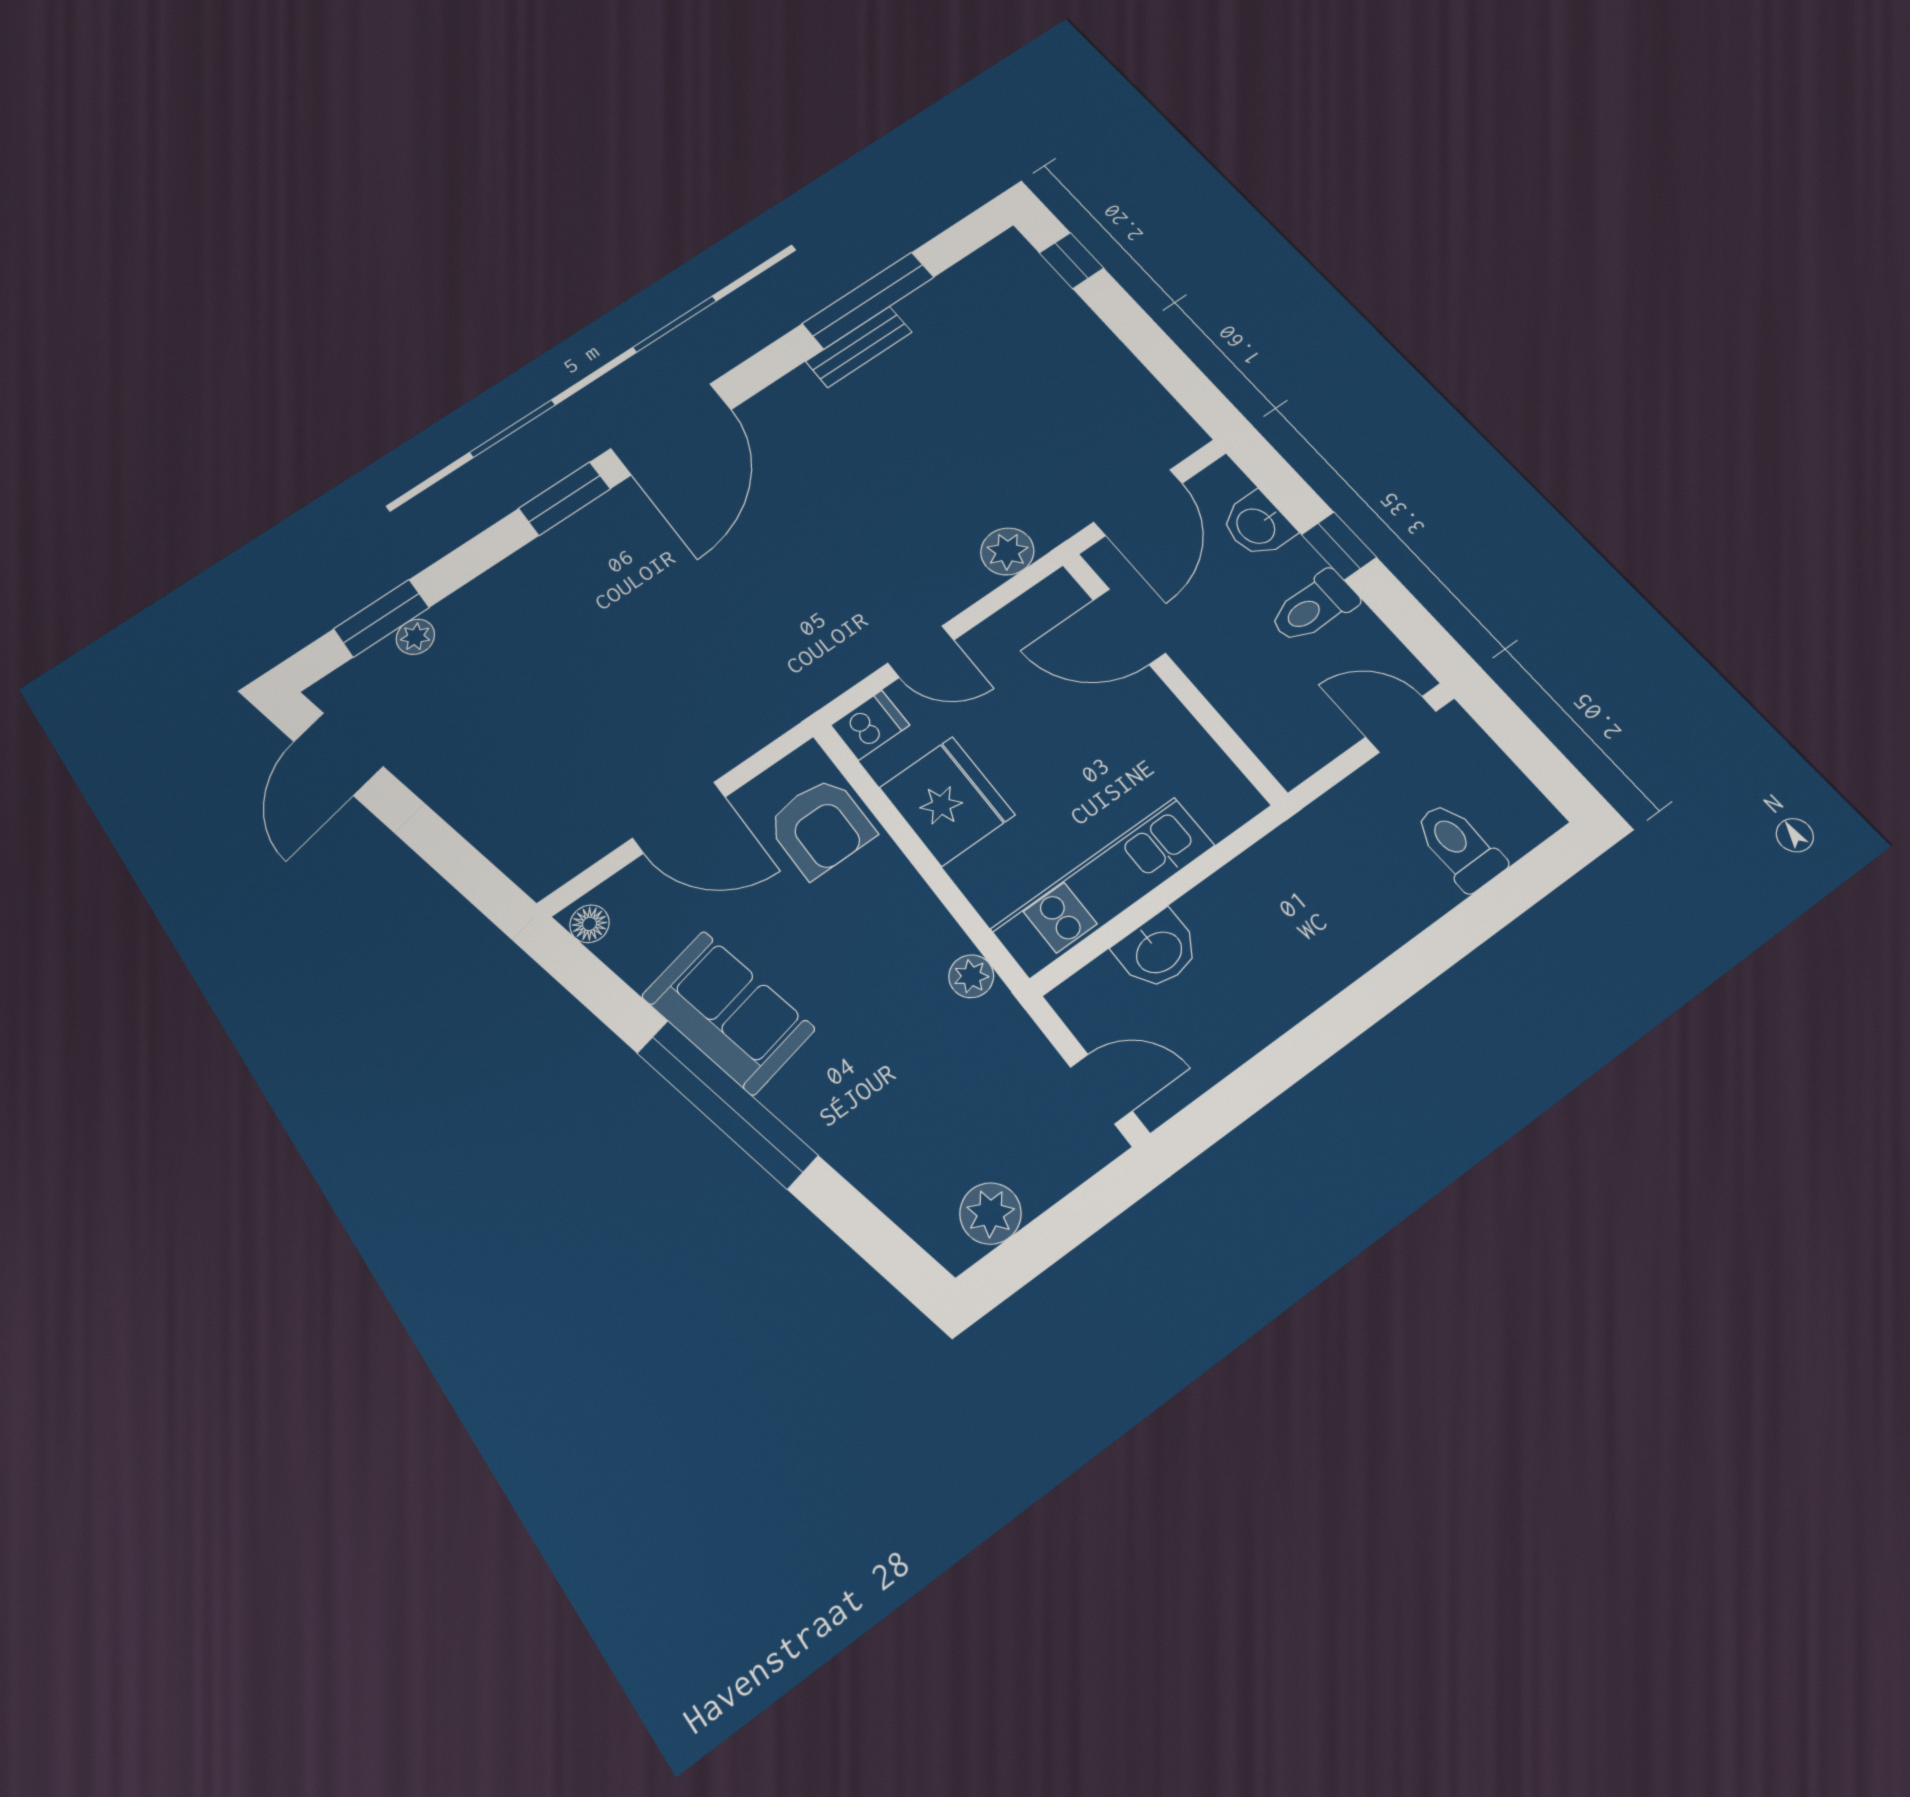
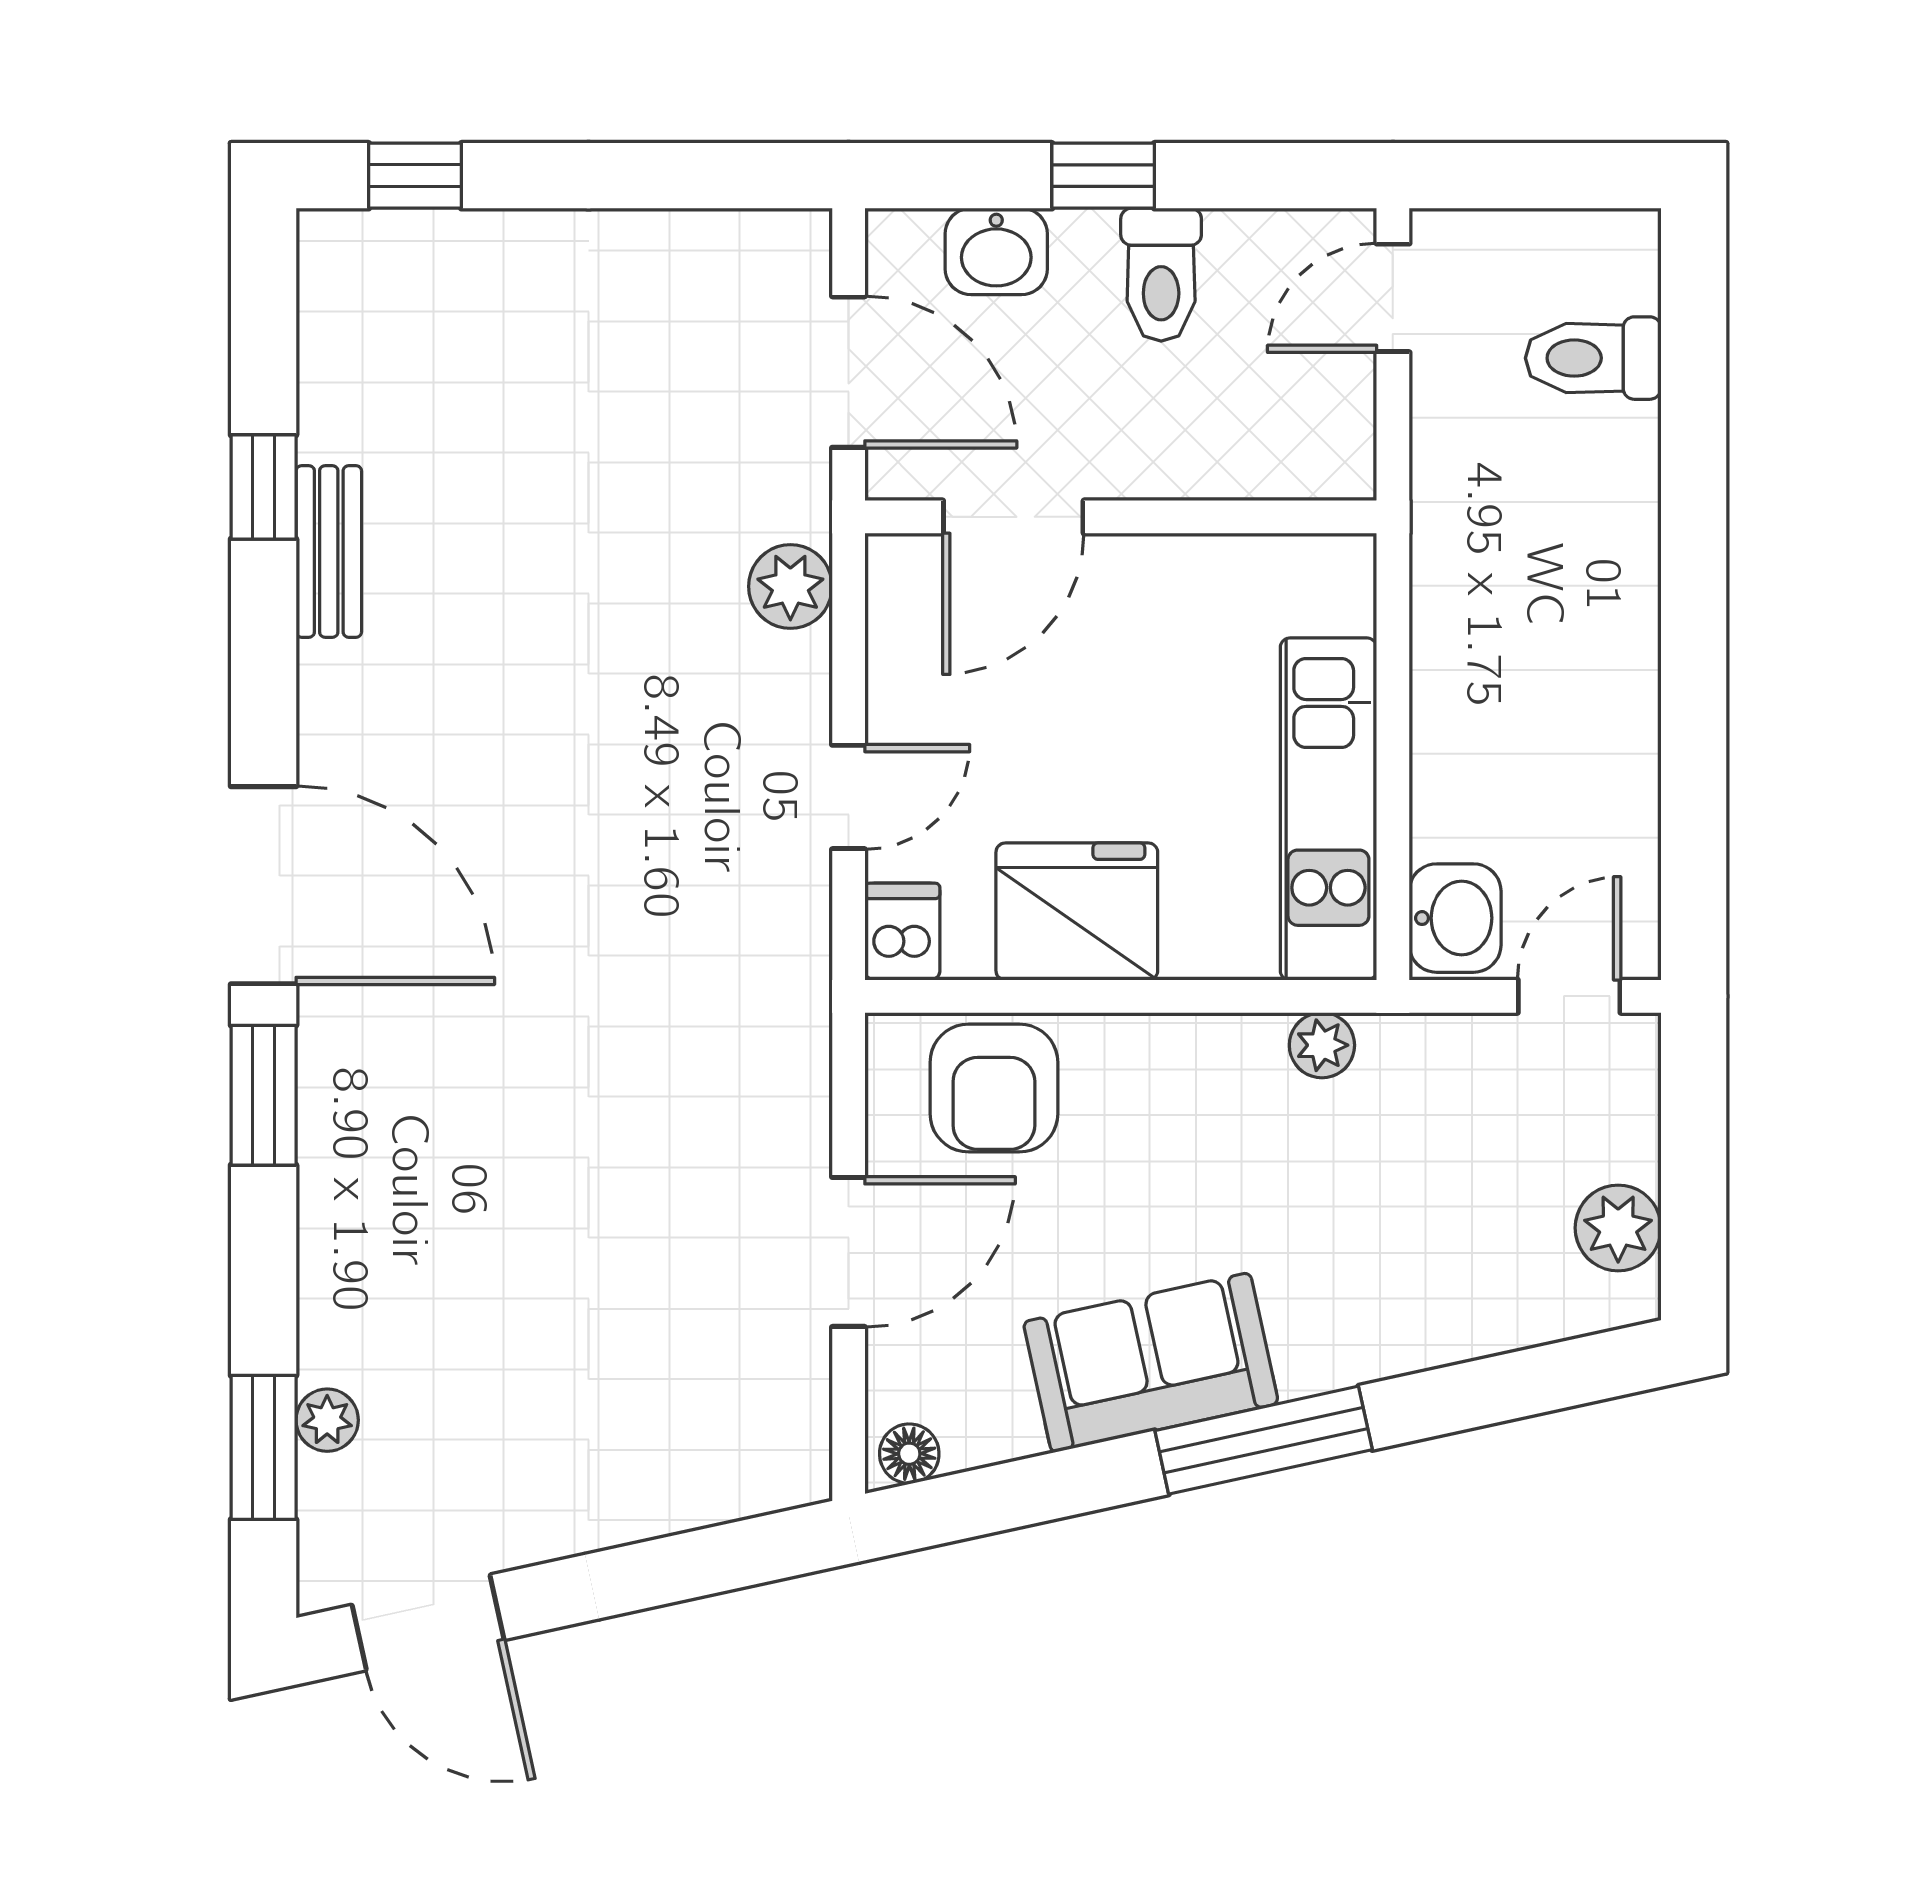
window: (868, 300) -> (264, 487), width x0.46
armchair: (821, 827) -> (994, 1088), turned 90
washbasin: (1158, 951) -> (1455, 918), moved
window: (727, 1104) -> (1264, 1440), width x0.68

